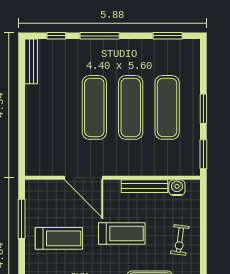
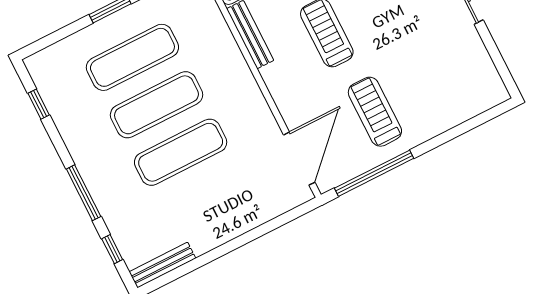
window: (168, 36) -> (39, 104), width x0.67
door: (84, 178) -> (299, 159), moved
window: (22, 219) -> (374, 173), width x1.46

